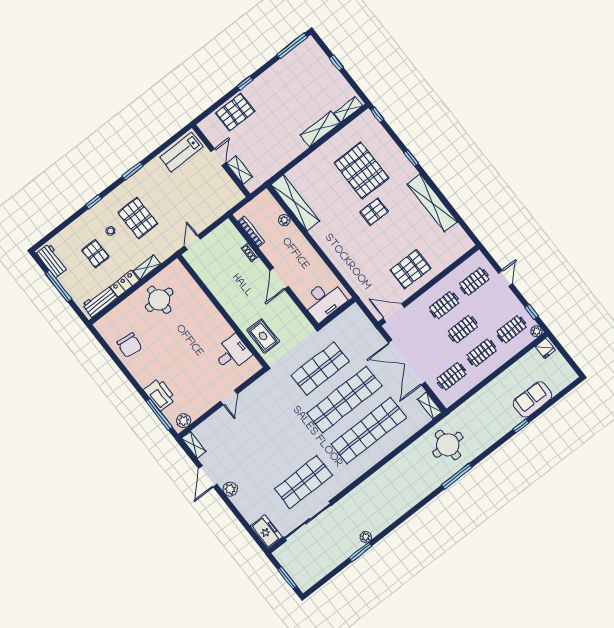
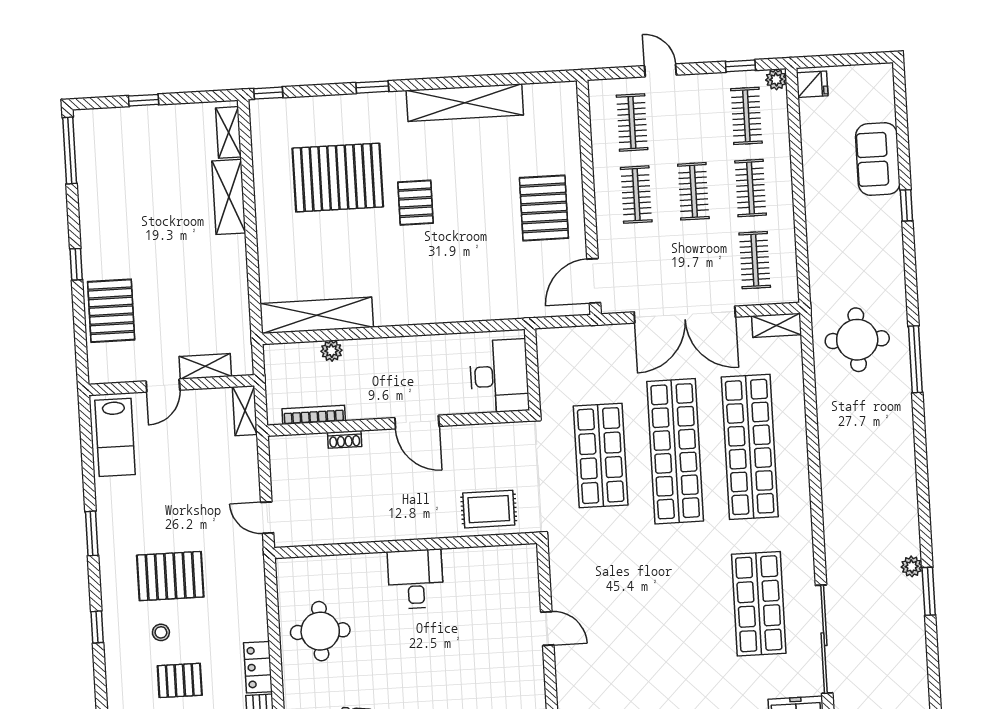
door: (218, 157) -> (163, 386), swing flipped
shelving: (147, 267) -> (245, 411), moved
desk: (232, 353) -> (416, 579), moved

